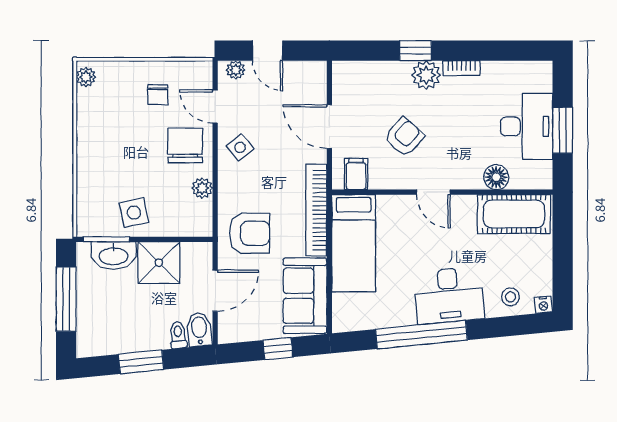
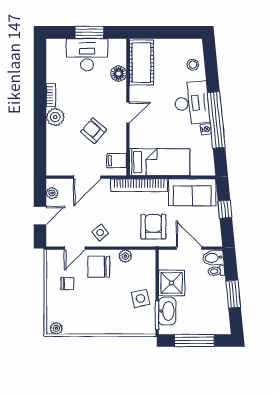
window: (416, 51) -> (40, 124), removed
plant: (236, 70) -> (52, 193), moved
nightstand: (543, 305) -> (206, 129), moved

